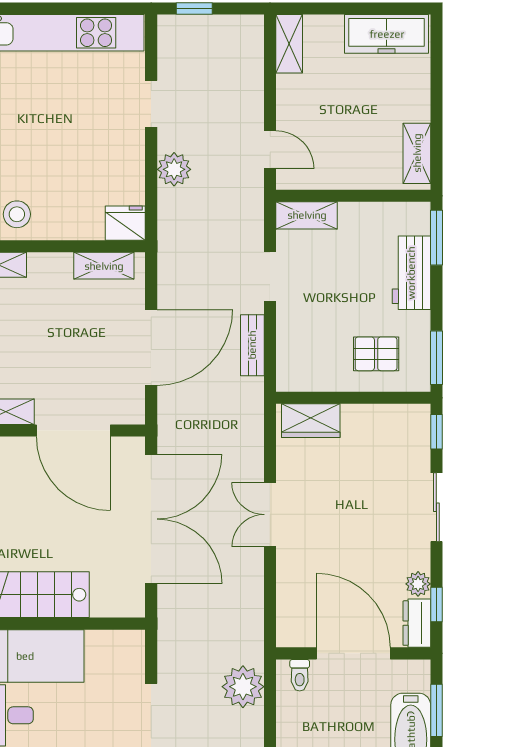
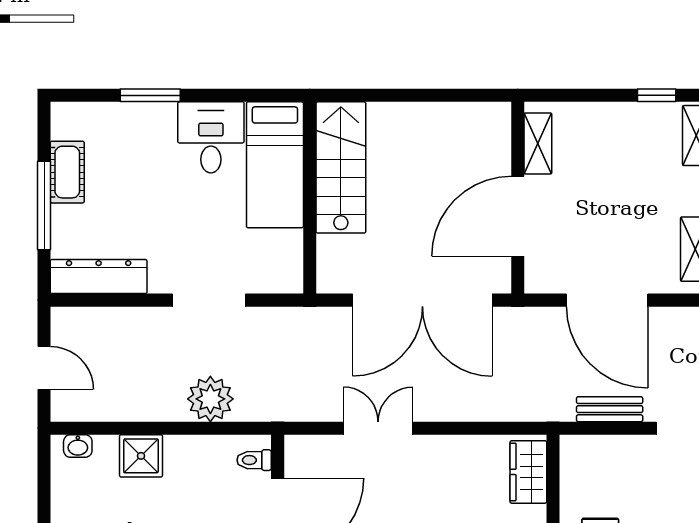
double door: (270, 515) -> (378, 428), moved
plant: (243, 687) -> (210, 399), moved

